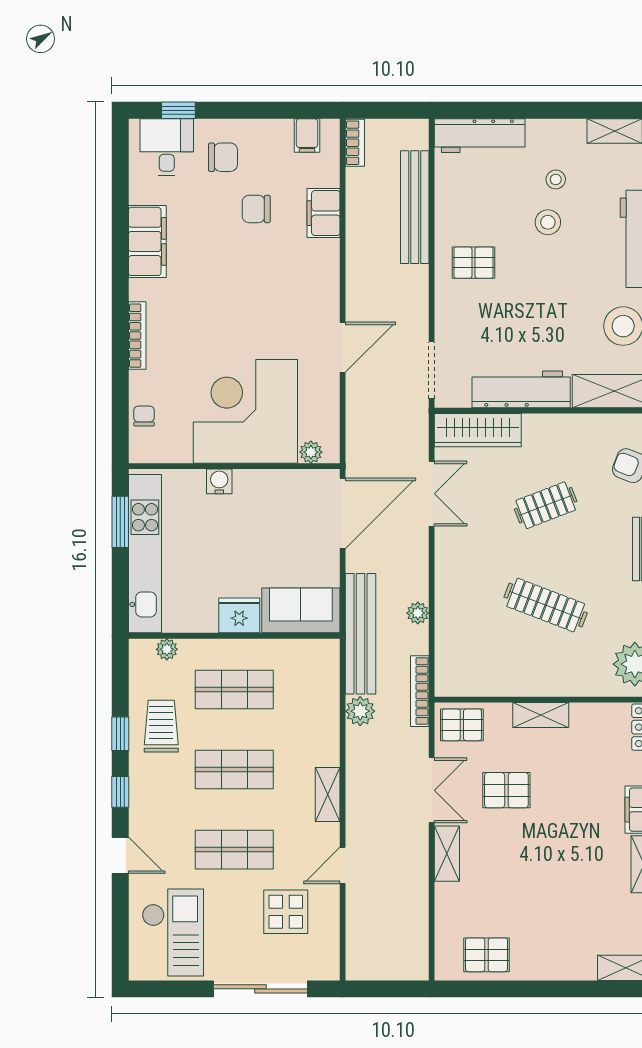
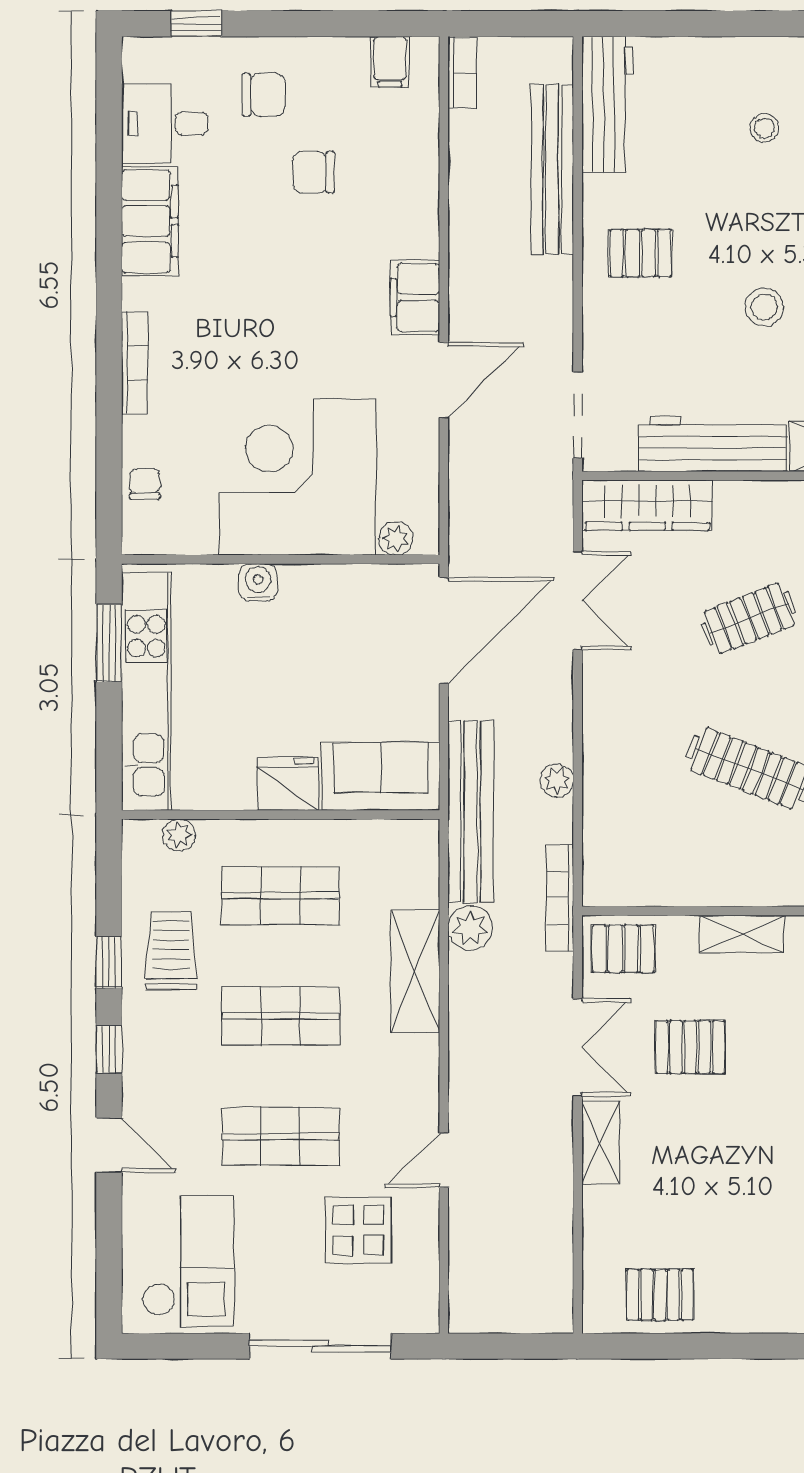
workbench: (480, 136) -> (607, 104), moved, turned -90
desk: (167, 147) -> (165, 123), moved, turned -90
filing cabinet: (324, 213) -> (415, 297), moved
stool: (548, 222) -> (764, 307), moved
shelving: (328, 794) -> (415, 971), moved, width x1.50, depth x1.33

